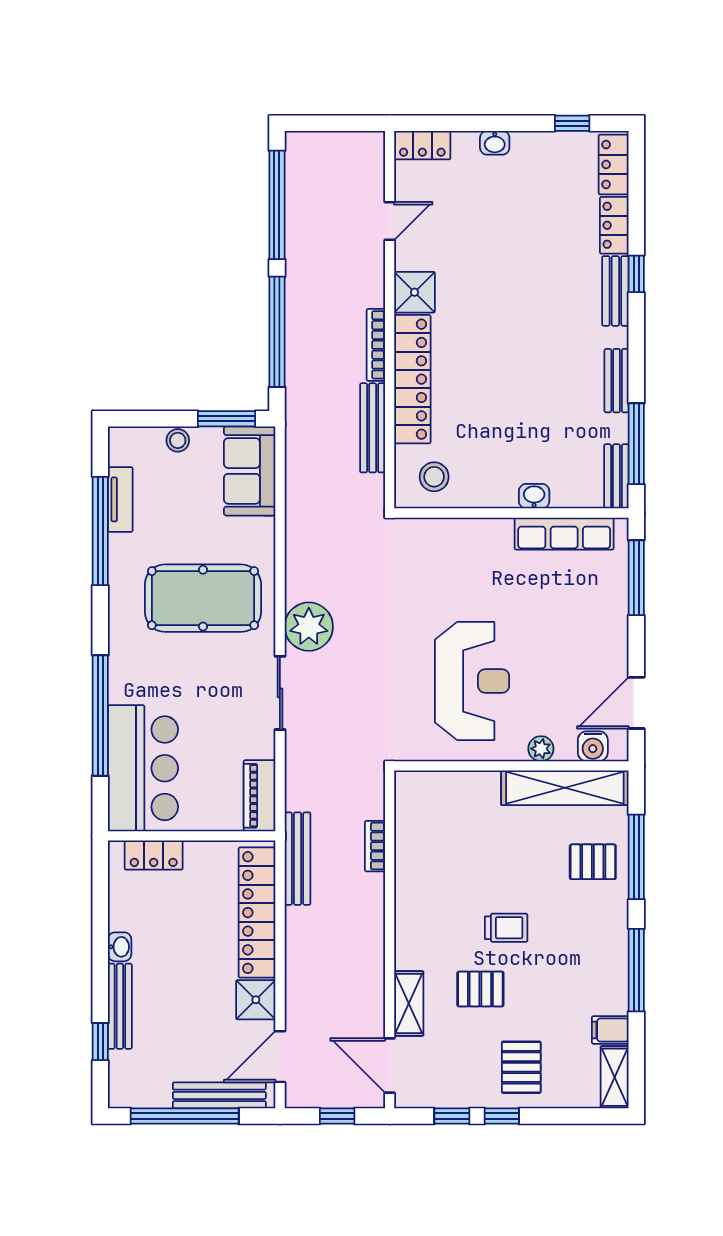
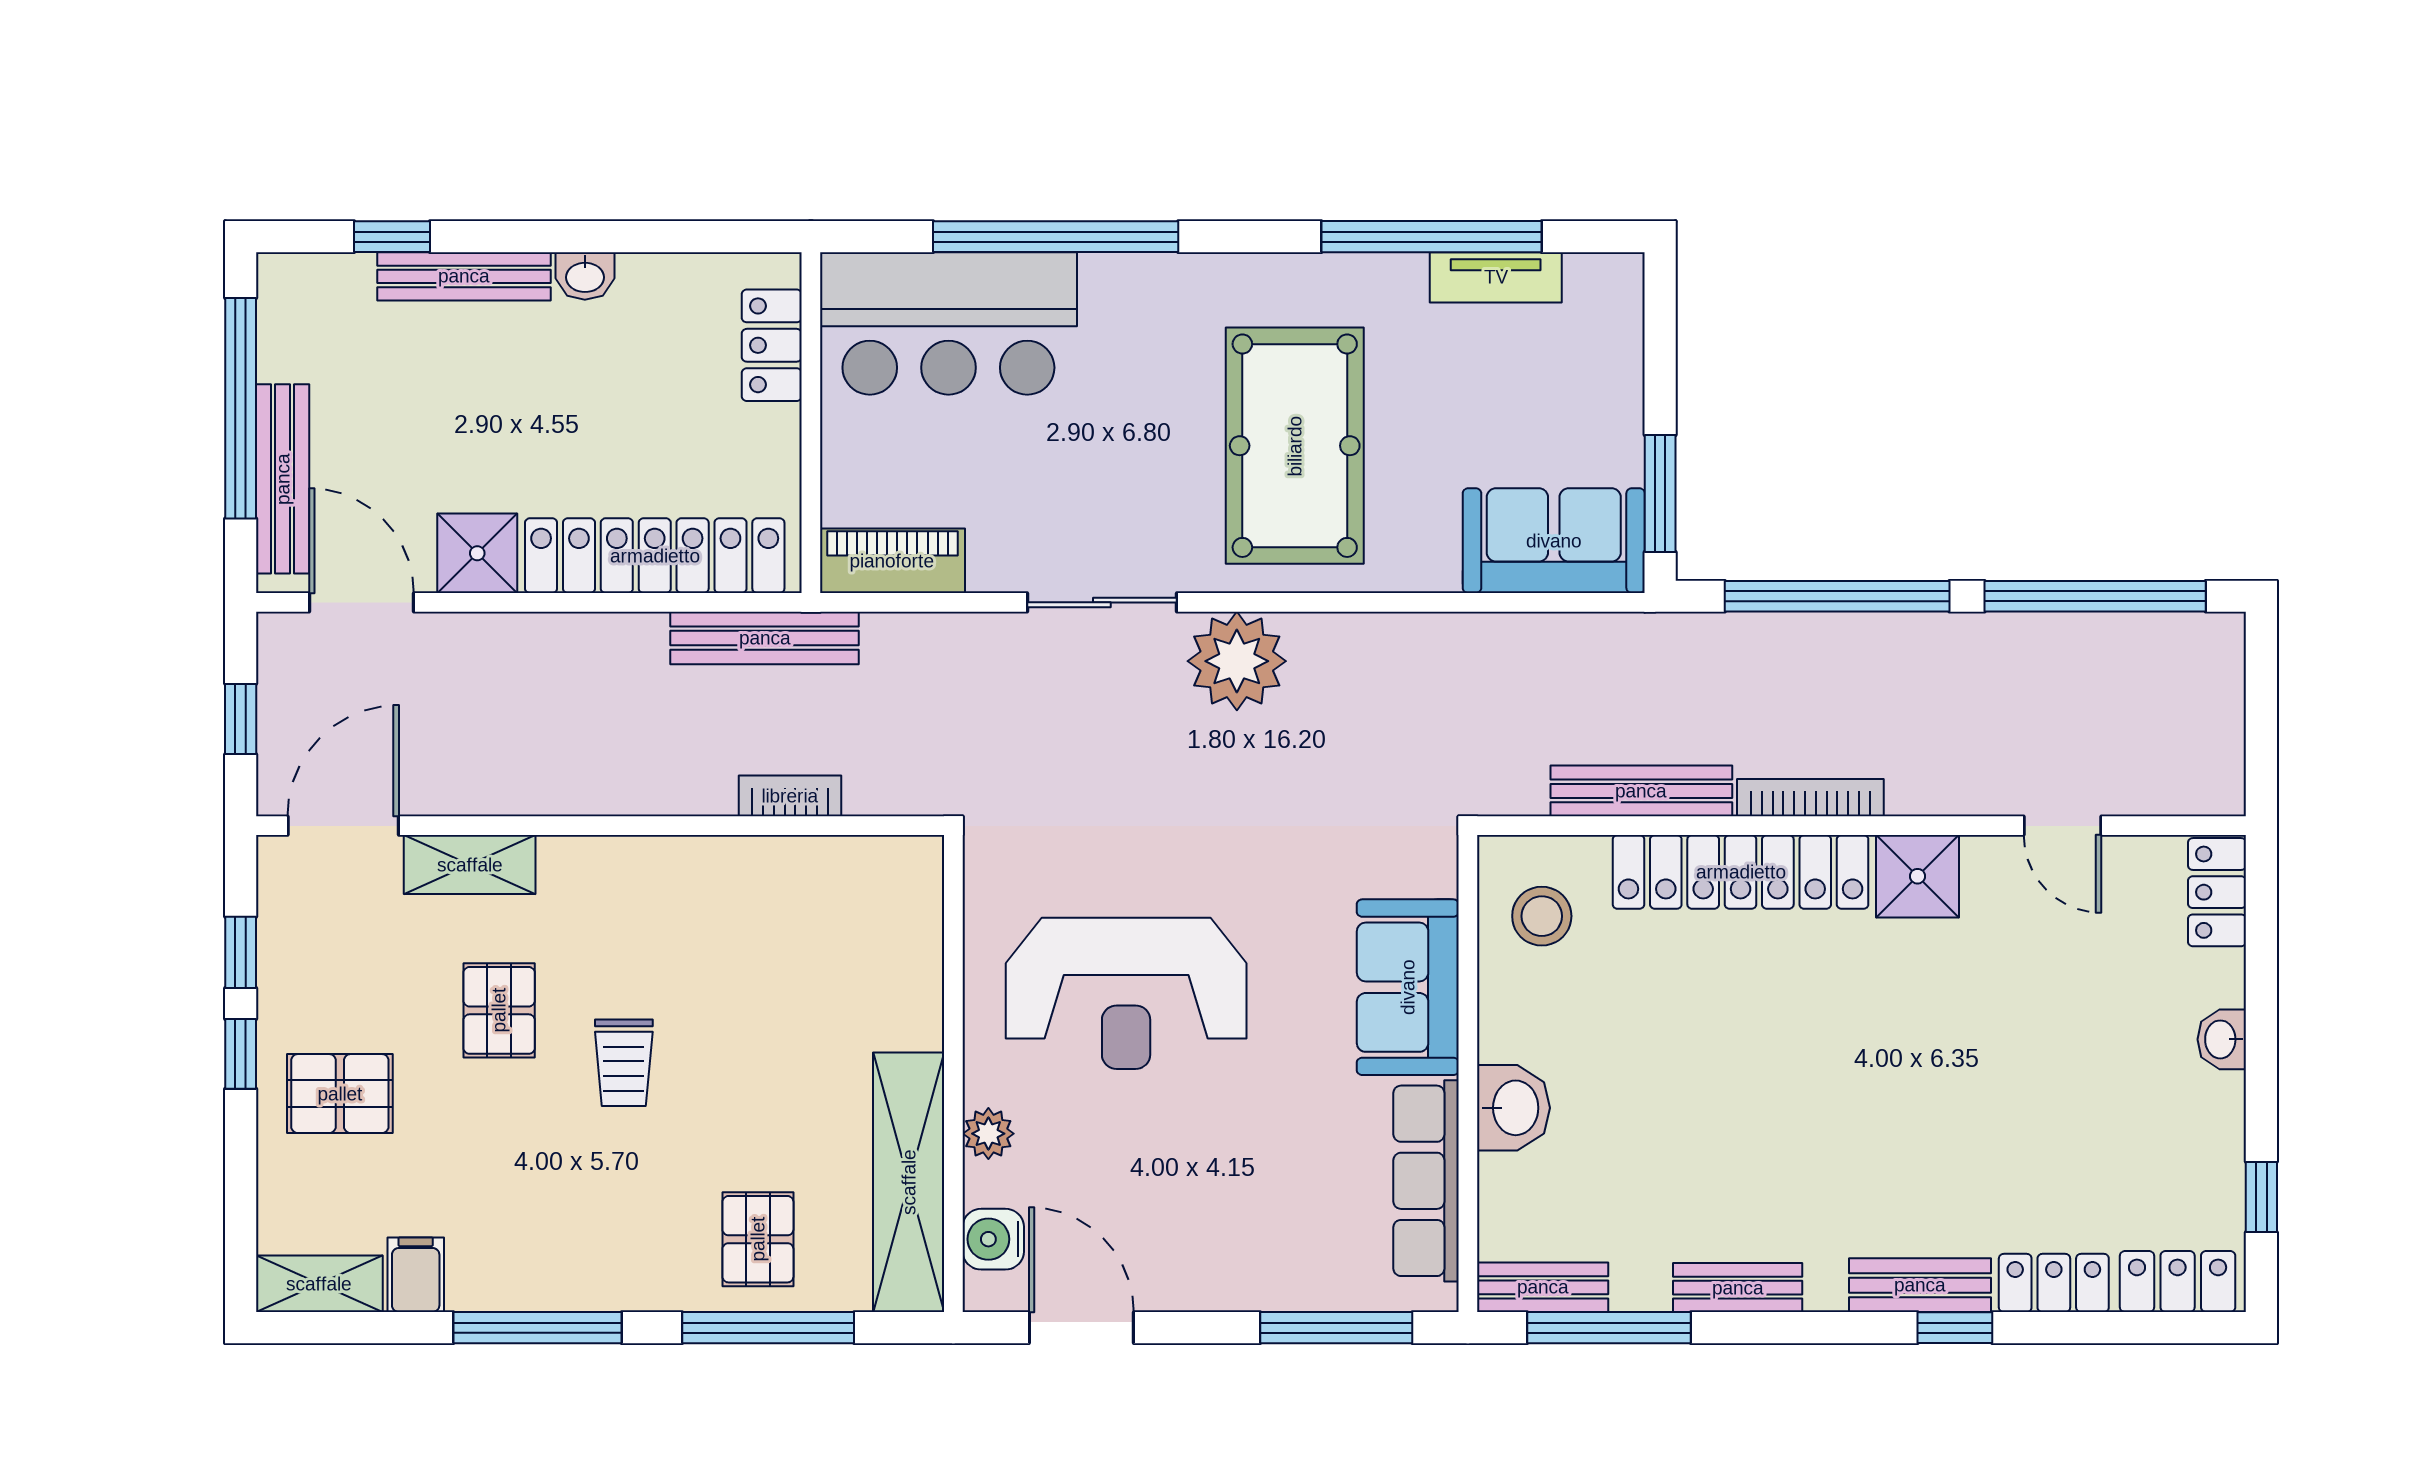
stool: (178, 440) -> (1616, 394), removed
washbasin: (534, 496) -> (1514, 1108), width x1.38, depth x1.45
sofa: (469, 543) -> (1408, 987), added

